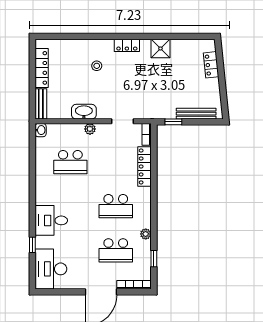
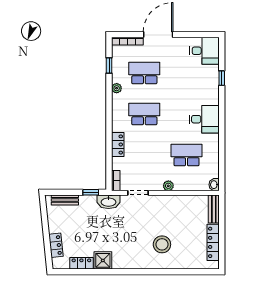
locker: (127, 45) -> (81, 263), moved
stool: (97, 66) -> (162, 244), width x1.89, depth x1.89
washbasin: (84, 112) -> (108, 202), moved
bench: (196, 114) -> (65, 200), width x0.73
locker: (144, 166) -> (118, 144), width x0.66
desk: (51, 220) -> (204, 119), moved
desk: (51, 269) -> (205, 51), width x0.73

